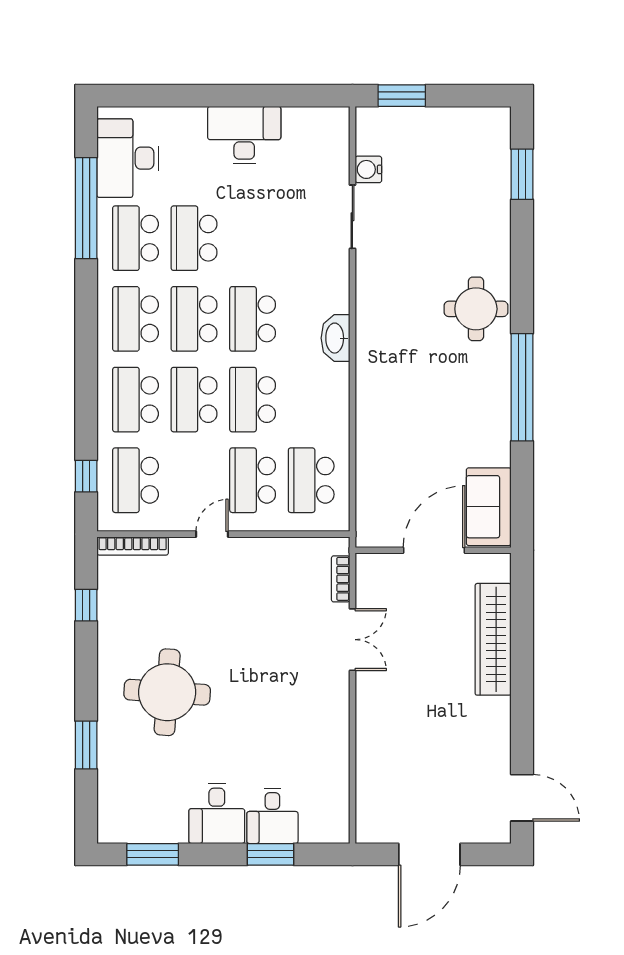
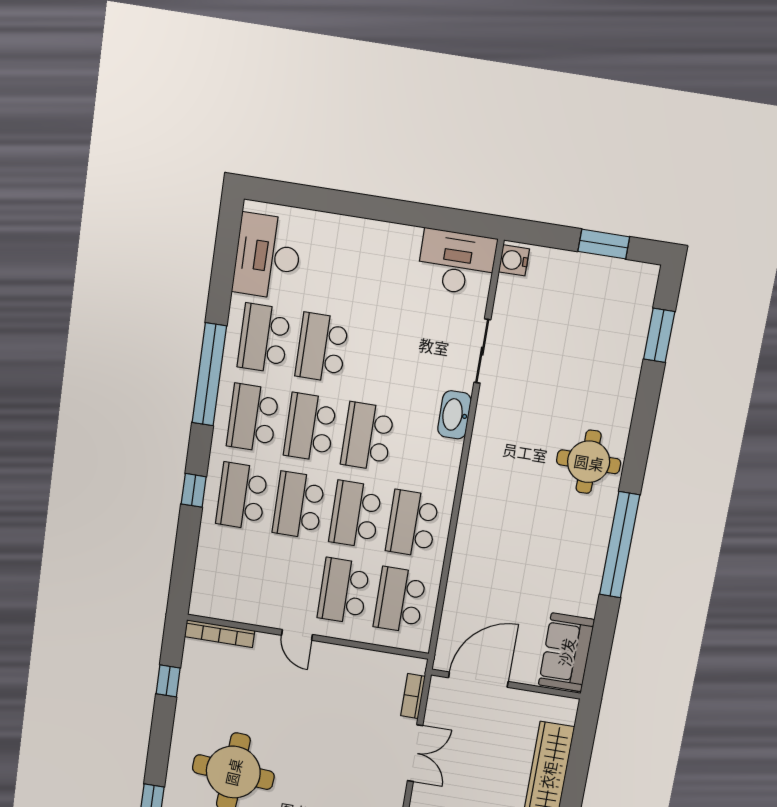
window: (402, 96) -> (604, 244), moved
desk: (244, 135) -> (457, 262), moved
water cooler: (368, 169) -> (514, 260), moved
window: (86, 208) -> (209, 374), moved
washbasin: (335, 338) -> (454, 415), moved
window: (86, 476) -> (194, 490), moved
school desk: (136, 480) -> (412, 524), moved
door: (212, 534) -> (297, 635), swing flipped
door: (434, 550) -> (478, 680), moved

